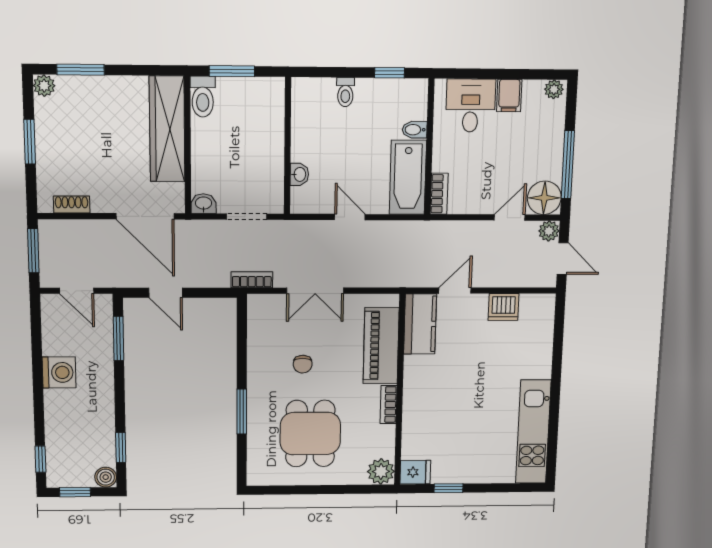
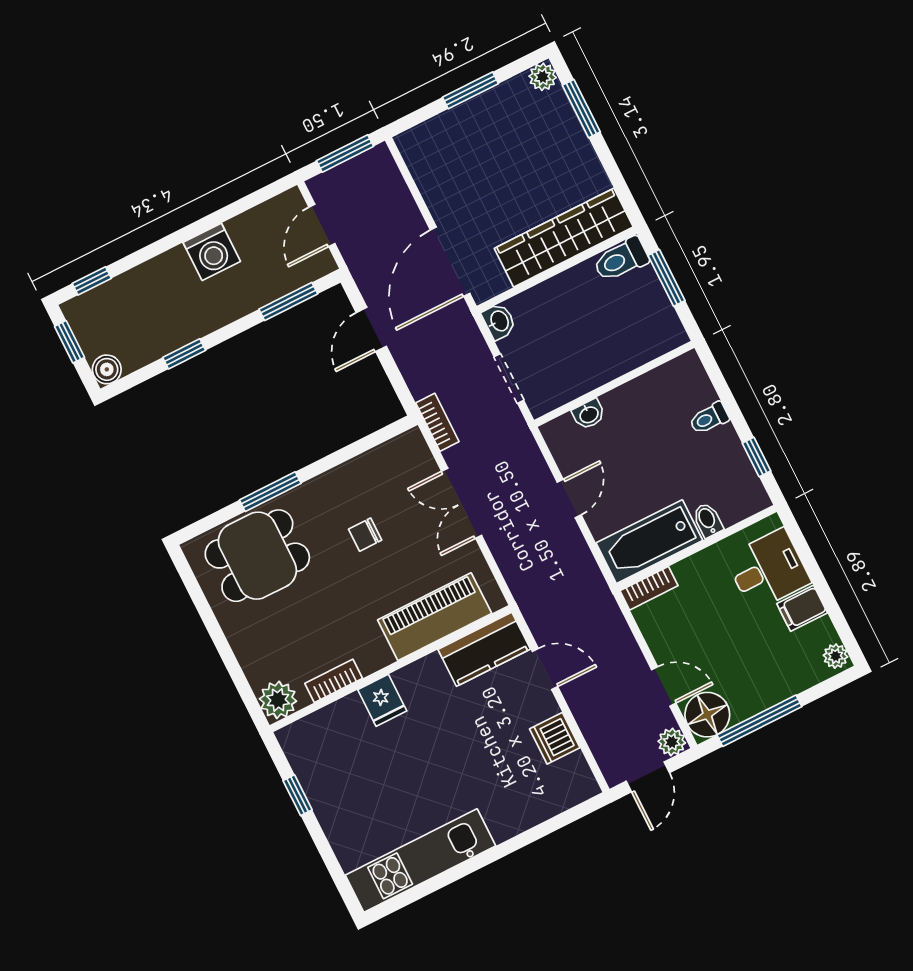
shoe rack: (72, 205) -> (422, 171), removed
bookcase: (389, 405) -> (334, 681), moved
dining table: (310, 434) -> (257, 556), moved
window: (121, 448) -> (184, 354), moved
fridge: (415, 472) -> (382, 700), moved

